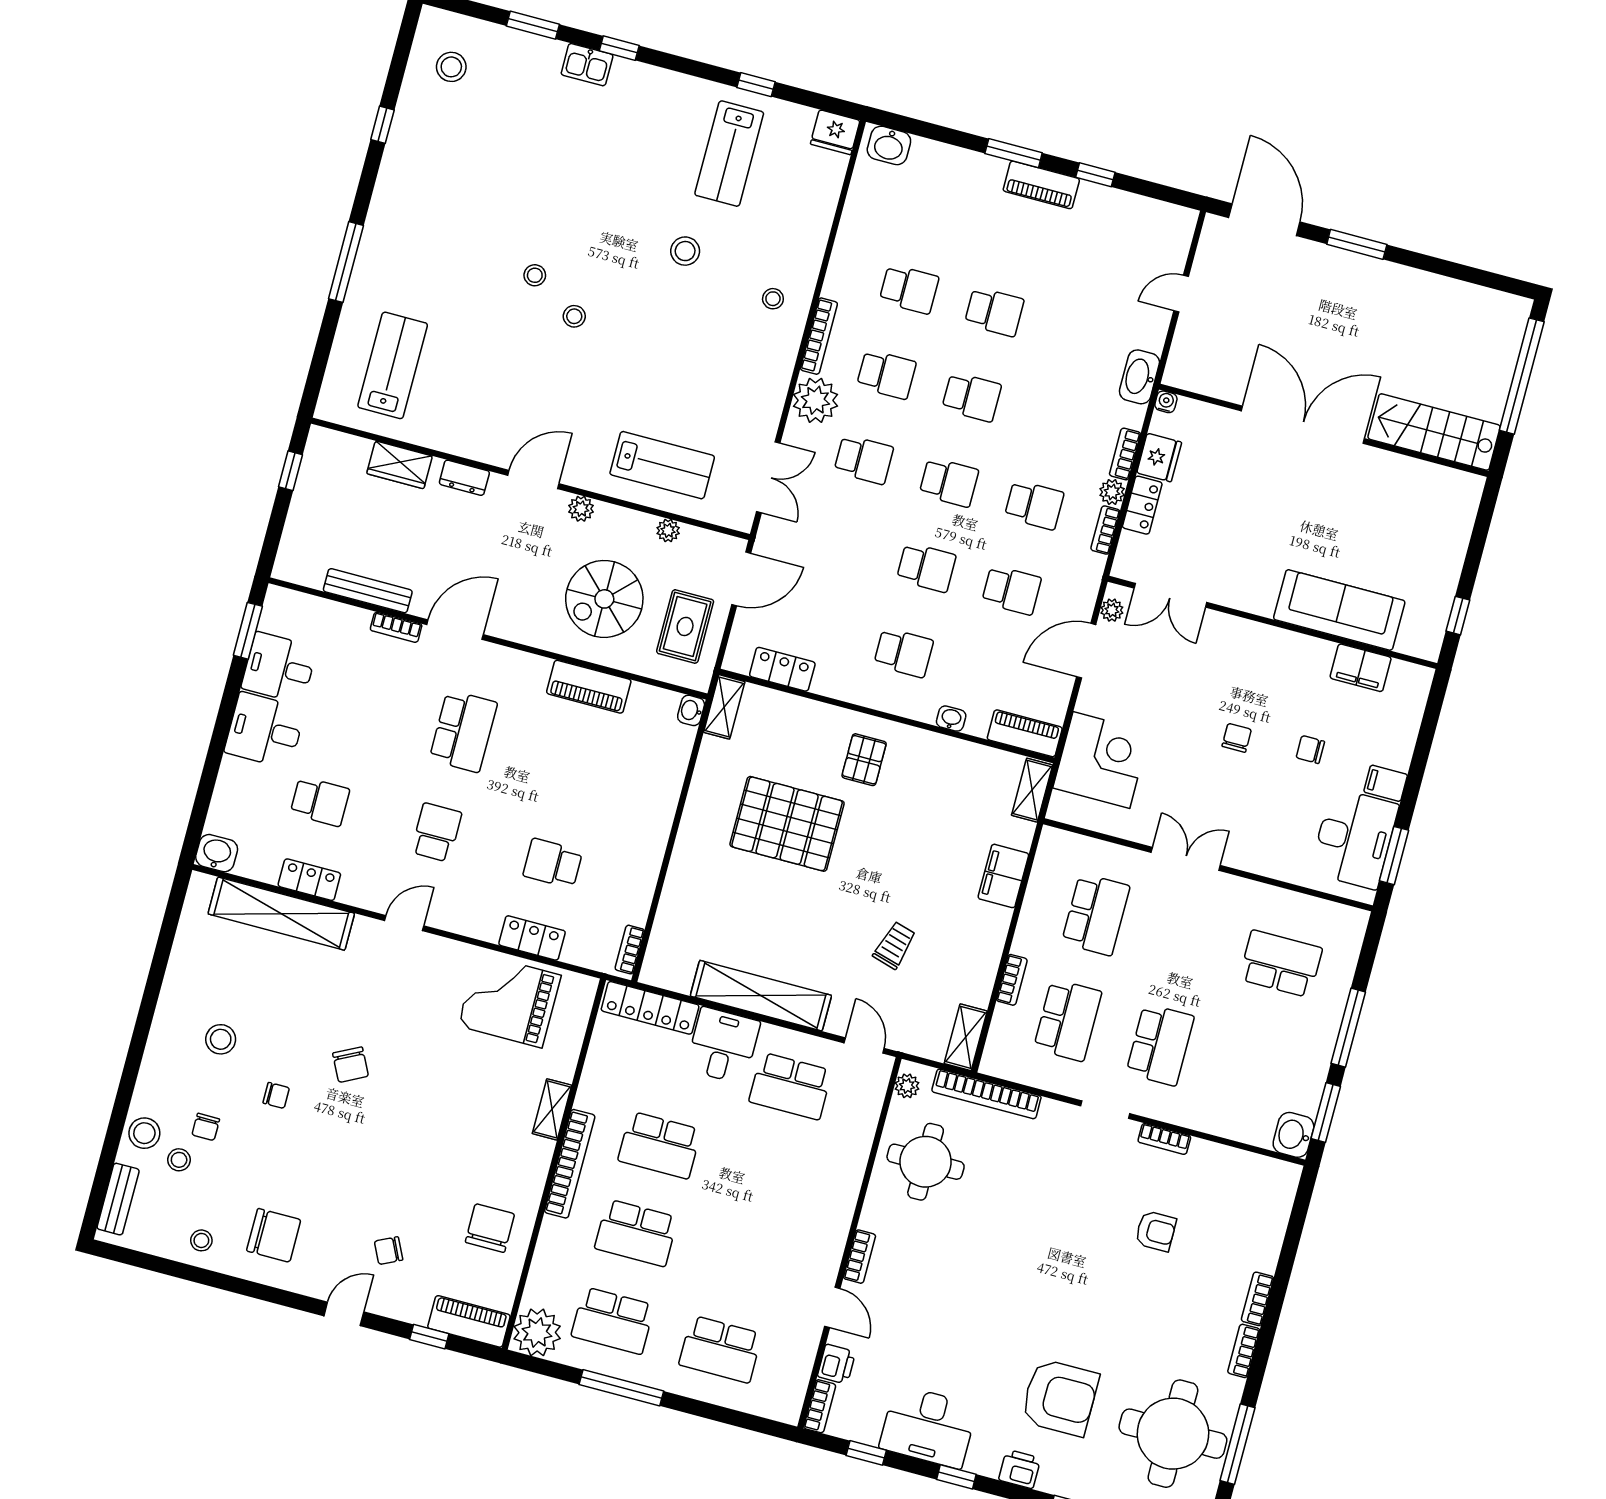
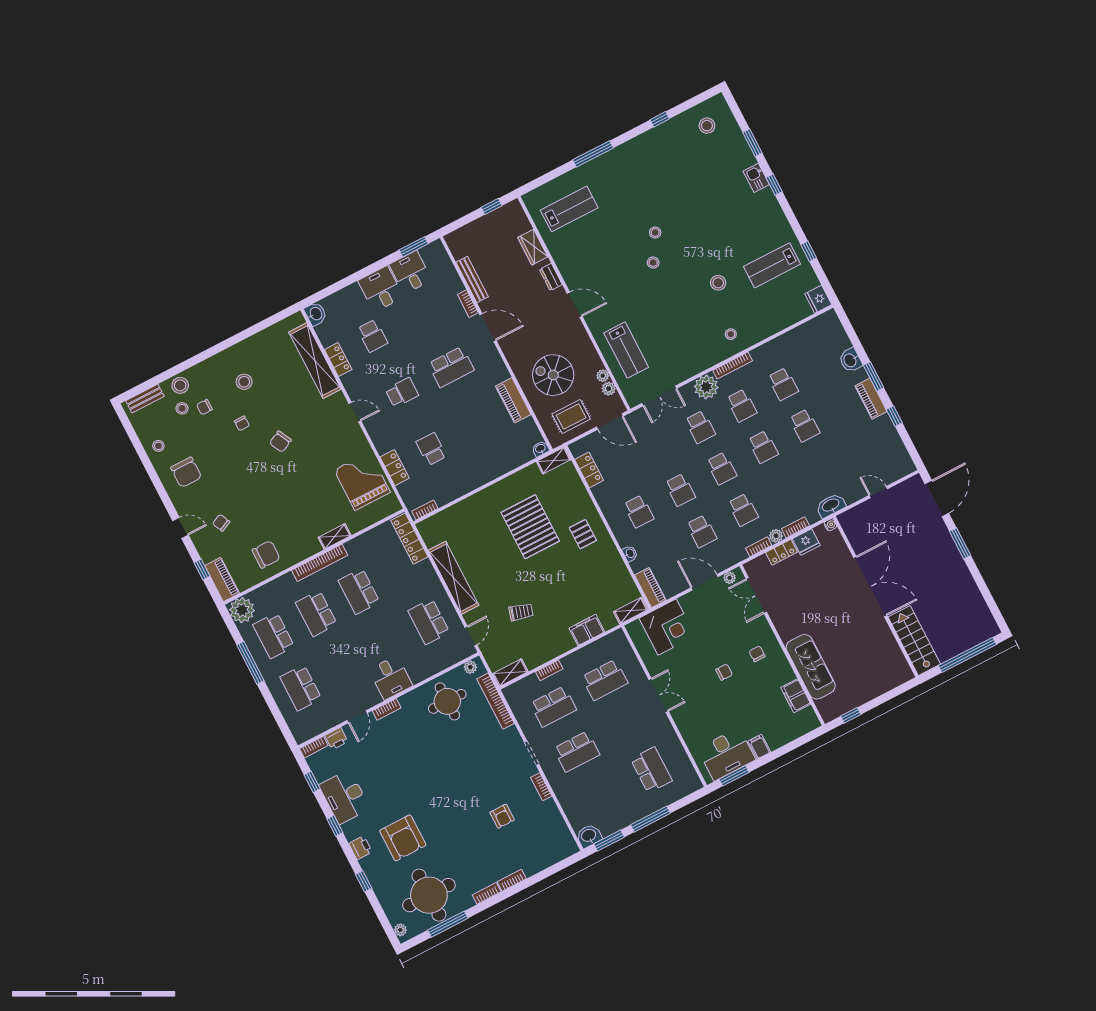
washbasin: (889, 145) -> (850, 360), moved
plant: (581, 509) -> (609, 389), moved
chair: (1310, 750) -> (757, 654), moved
pallet: (864, 760) -> (583, 534), turned 90
desk: (723, 1045) -> (391, 678), moved, turned 90

